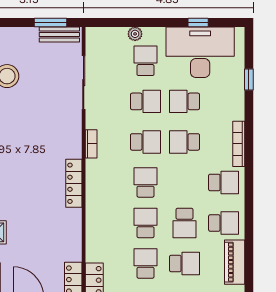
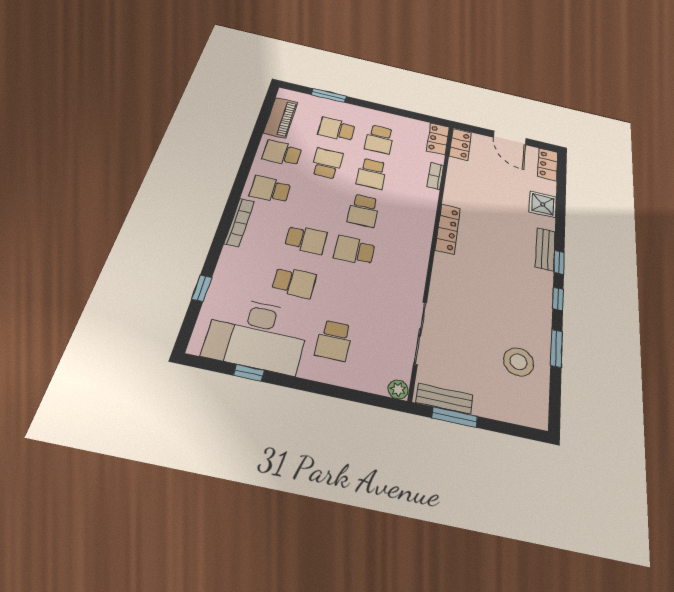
plant: (135, 34) -> (398, 389), moved
school desk: (145, 101) -> (345, 293), removed
bookcase: (91, 144) -> (435, 176), moved

